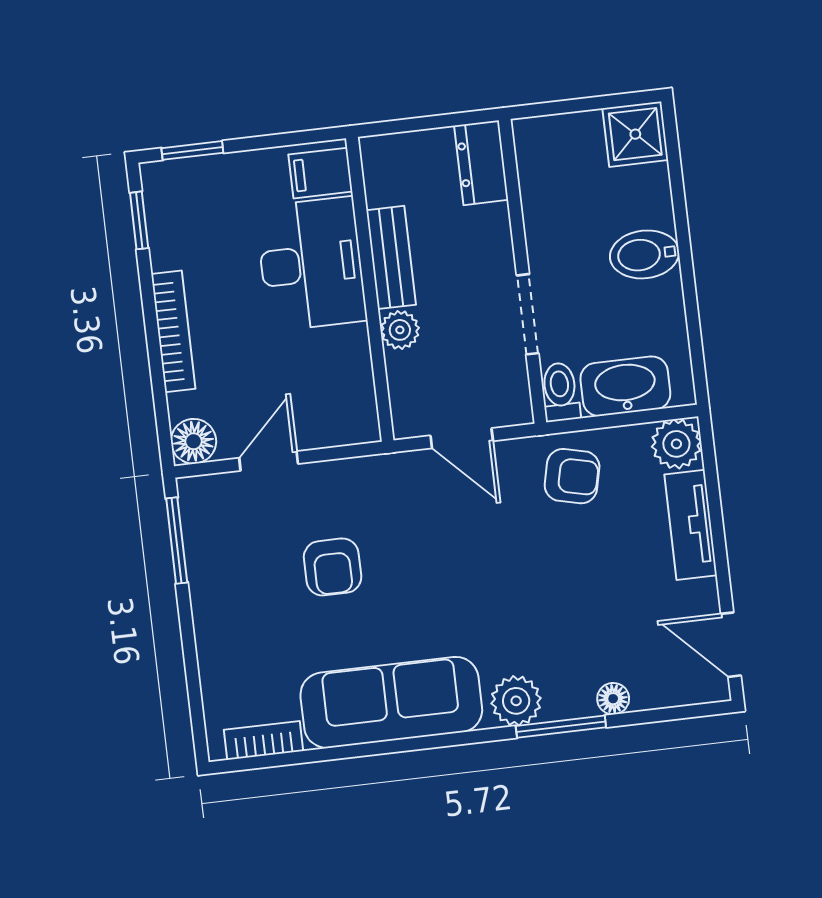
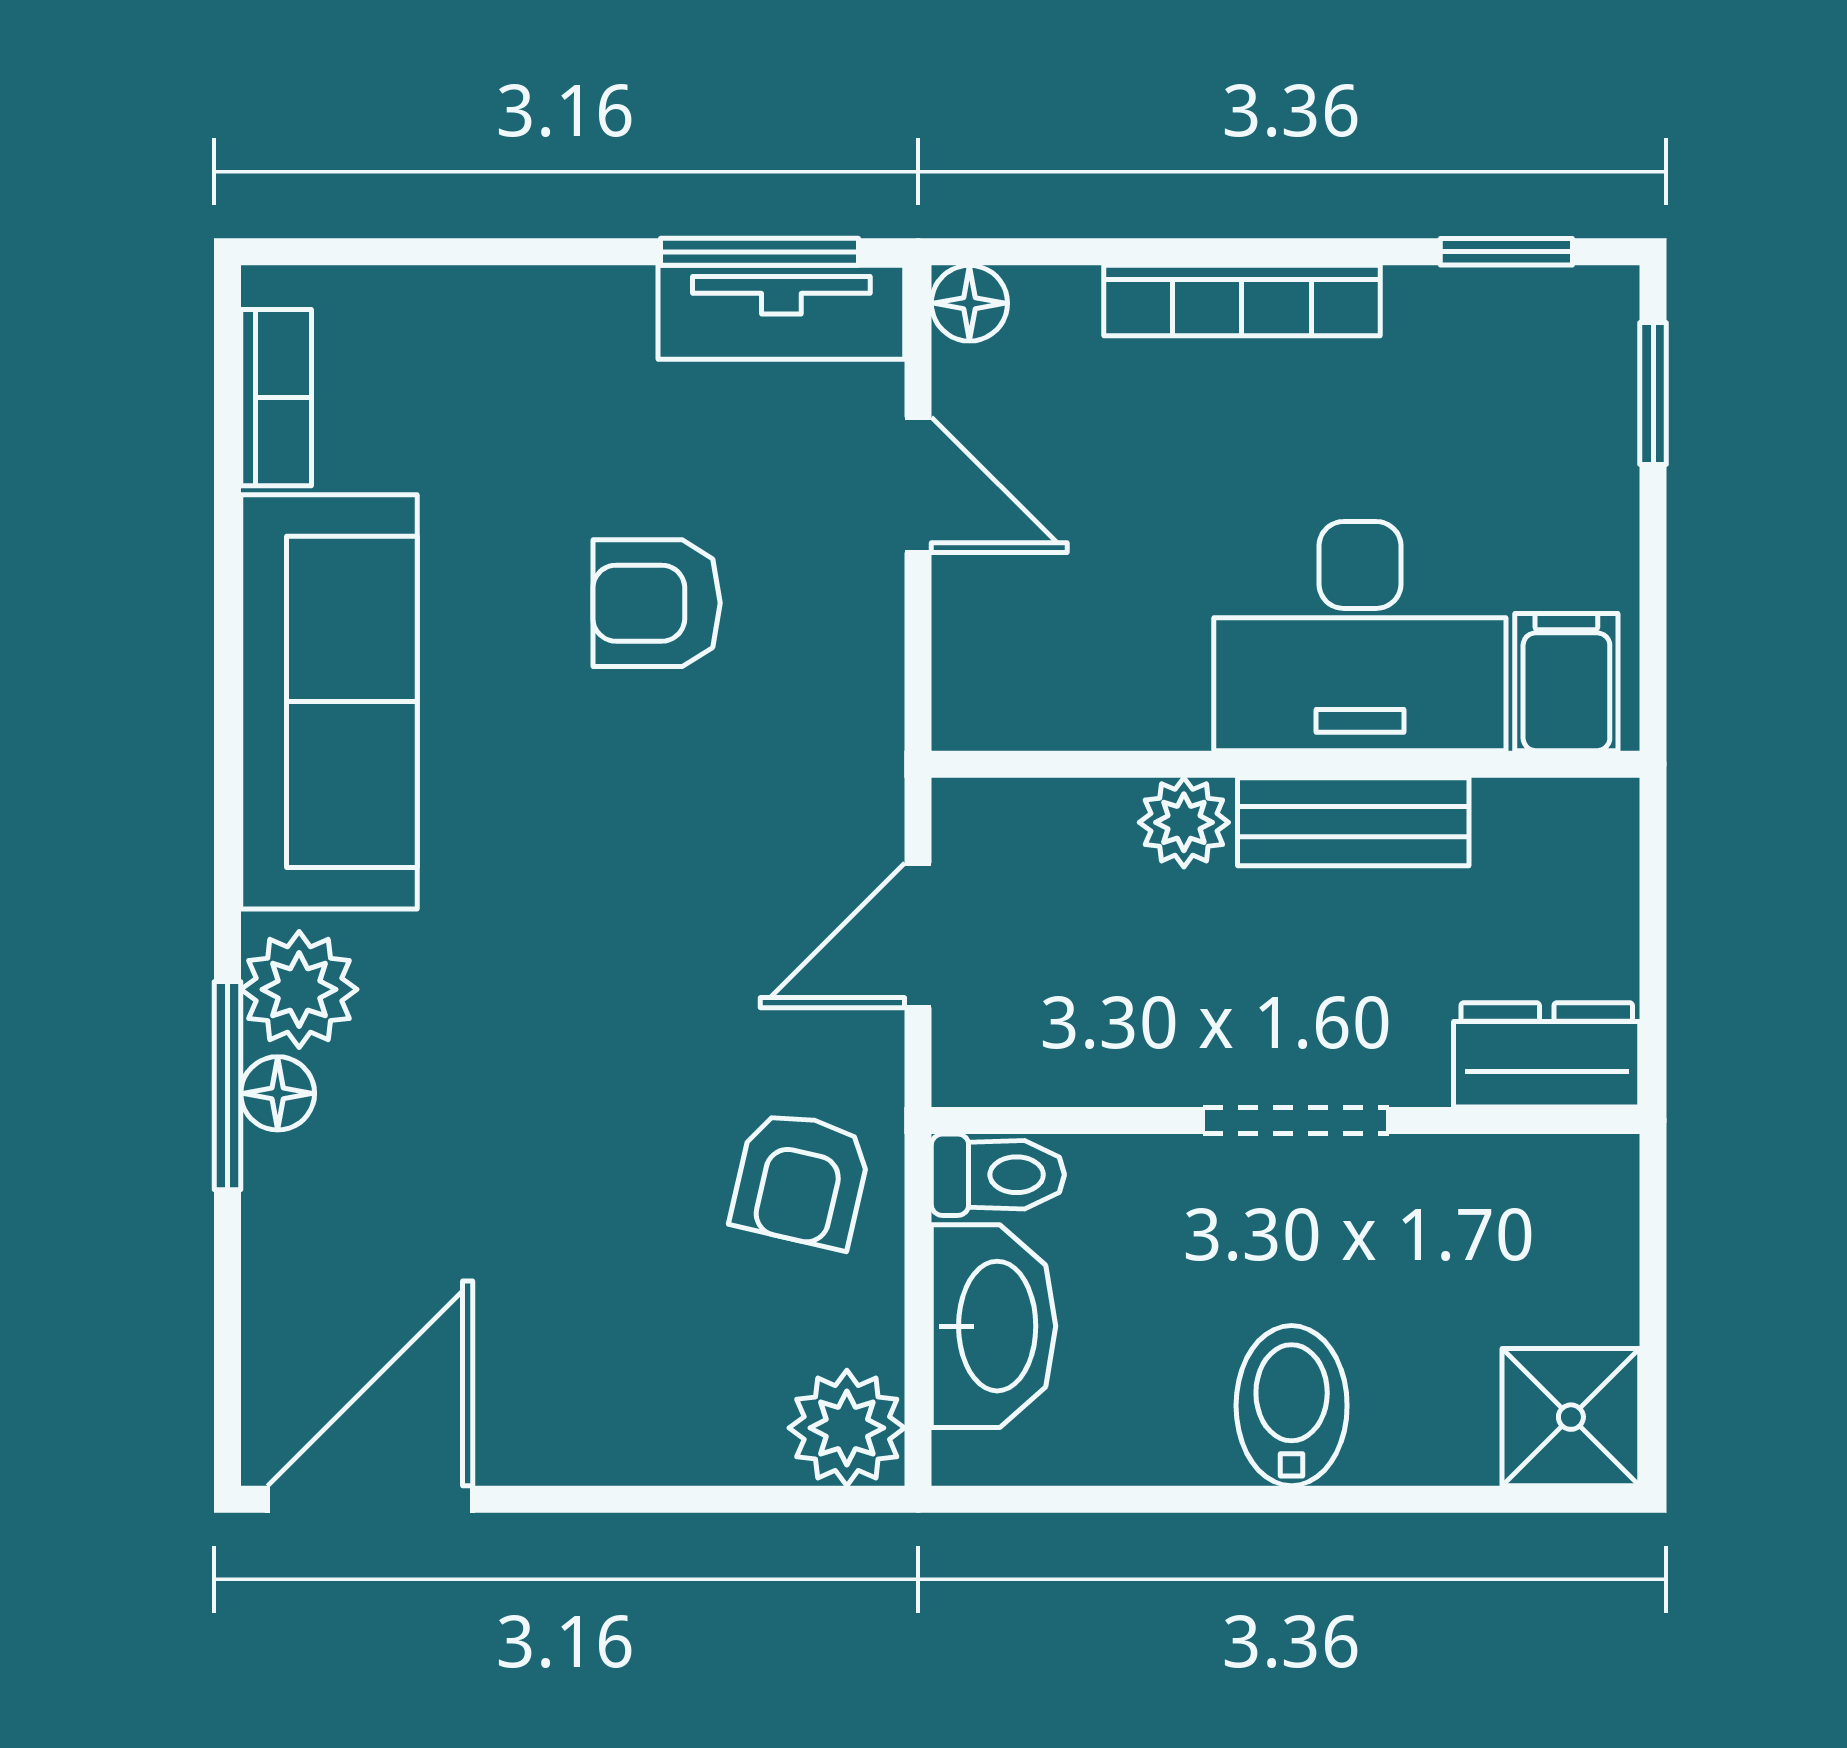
doorway: (528, 314) -> (1296, 1121), moved
floor lamp: (194, 441) -> (969, 303), width x0.73, depth x0.73
tv unit: (691, 525) -> (781, 312), moved, turned 180
door: (731, 645) -> (370, 1499), width x1.38
floor lamp: (613, 699) -> (278, 1093), moved

